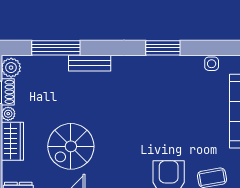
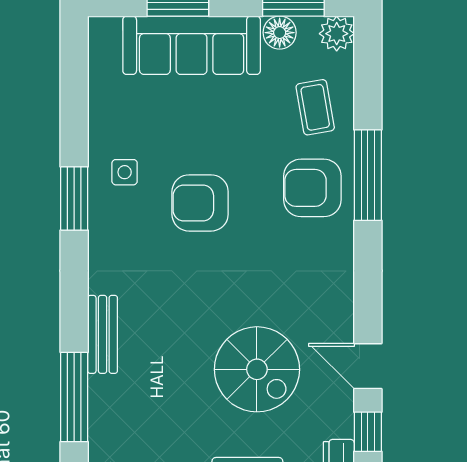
side table: (212, 64) -> (125, 172), moved
armchair: (160, 116) -> (200, 203), added

